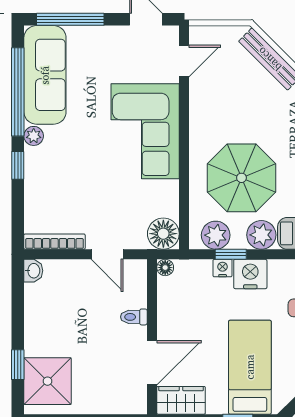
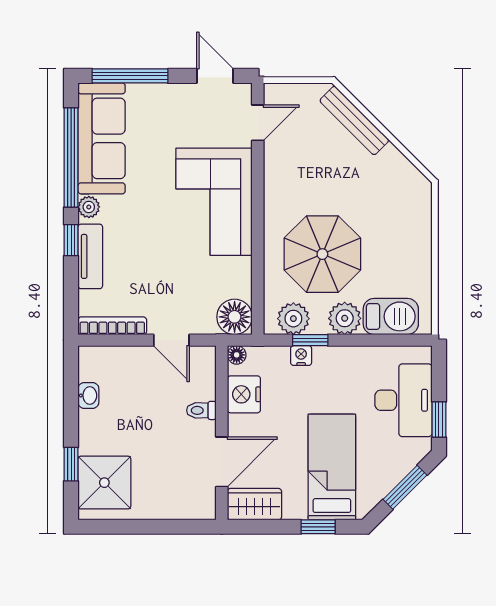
tv unit: (35, 180) -> (90, 256), added
washbasin: (33, 271) -> (88, 395), moved
nightstand: (250, 274) -> (244, 394), moved, turned -90

